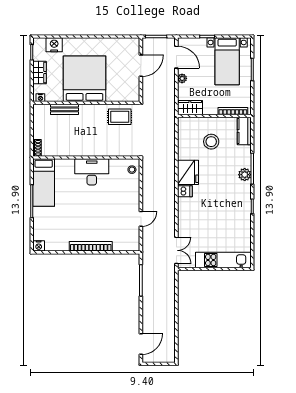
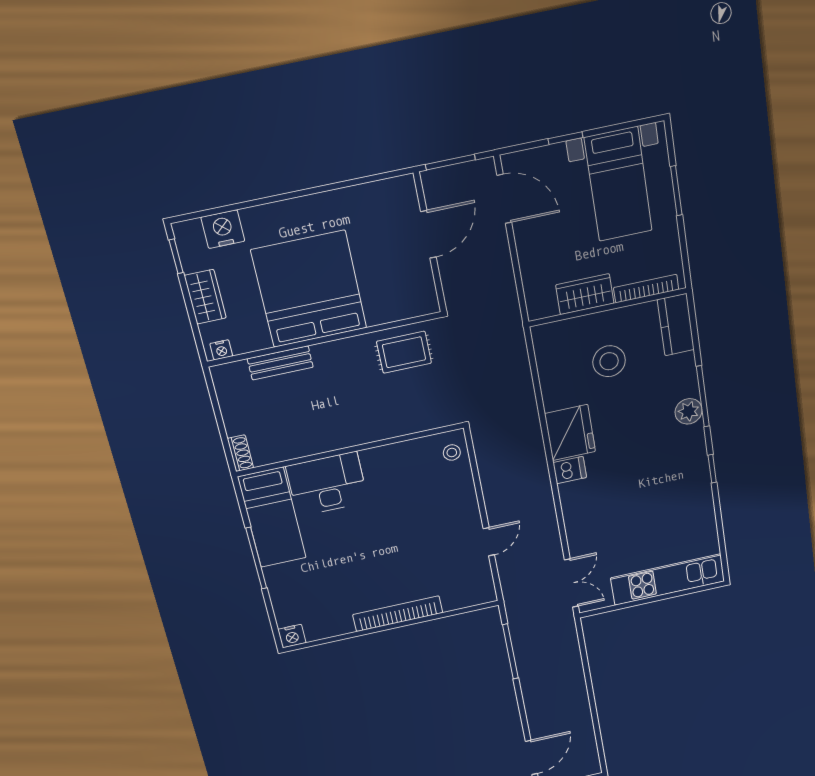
plant: (182, 78) -> (525, 243), removed
wardrobe: (190, 108) -> (585, 294), moved
desk: (92, 172) -> (327, 484), moved

